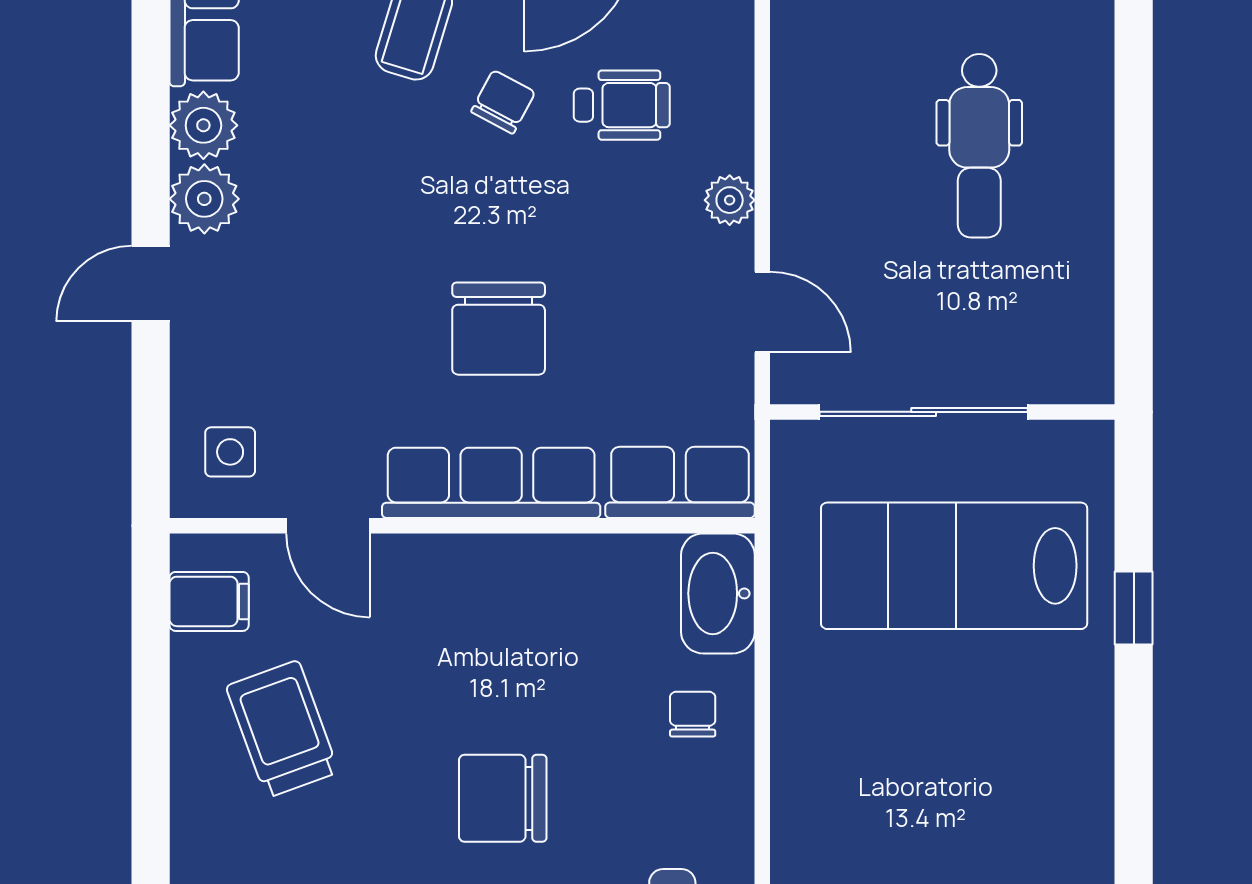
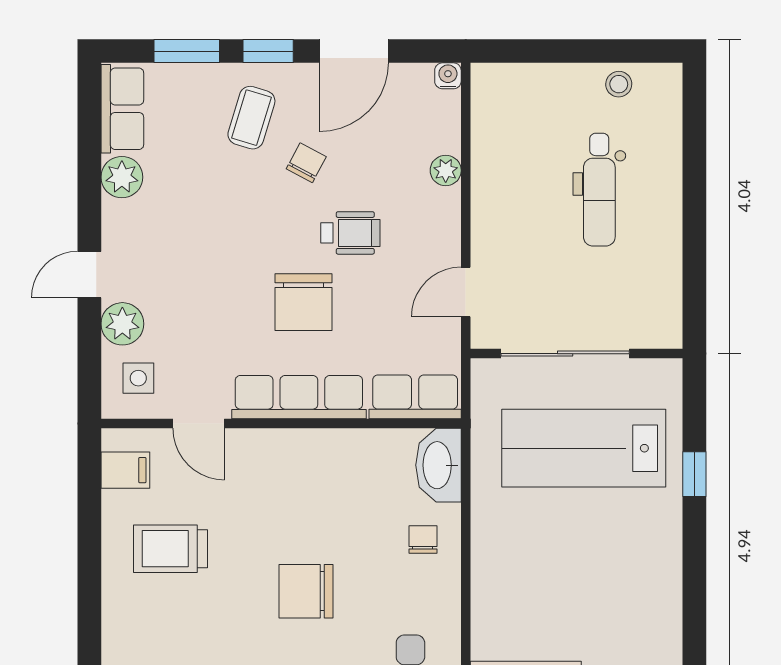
wheelchair: (622, 105) -> (350, 233), moved
plant: (204, 199) -> (122, 324), moved
plant: (730, 200) -> (446, 170), moved
door: (762, 312) -> (466, 292), swing flipped
trolley: (282, 729) -> (170, 549), turned -70

